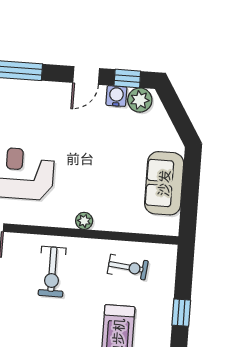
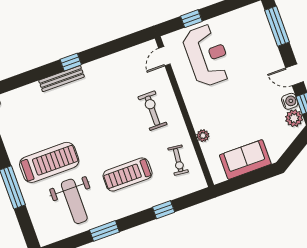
plant: (84, 221) -> (203, 136), moved
exercise bike: (52, 272) -> (152, 111), turned 90

